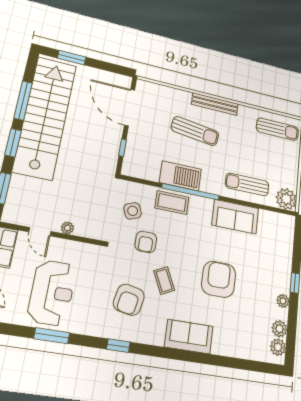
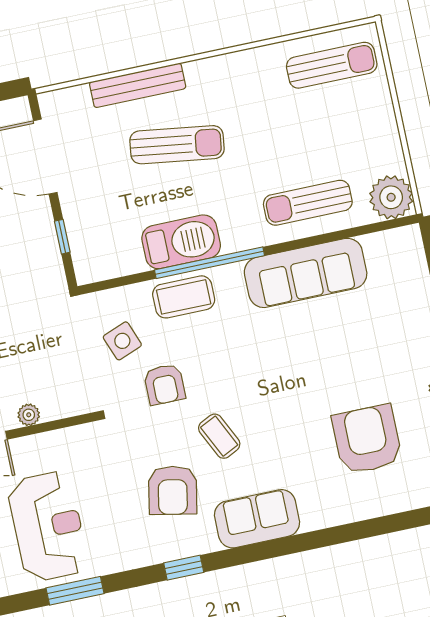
bench: (215, 104) -> (138, 85), moved
sofa: (235, 217) -> (306, 273), width x1.36
armchair: (219, 279) -> (367, 439), moved
sofa: (189, 337) -> (257, 519), moved

